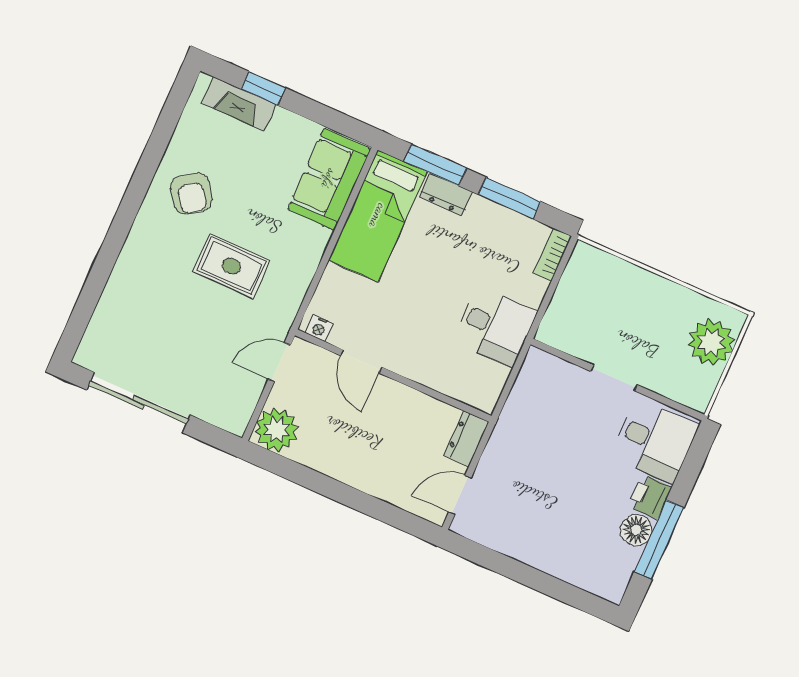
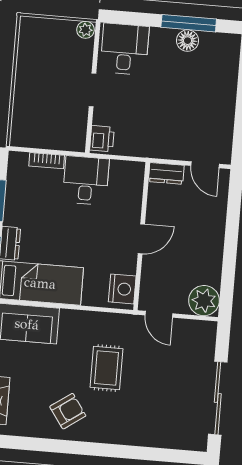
bookcase: (553, 255) -> (47, 161), moved
nightstand: (319, 328) -> (122, 289), width x1.89, depth x1.79
plant: (711, 342) -> (86, 30), moved, width x0.53, depth x0.53
door: (361, 361) -> (141, 239), moved
printer: (650, 497) -> (102, 139), moved, turned -90

